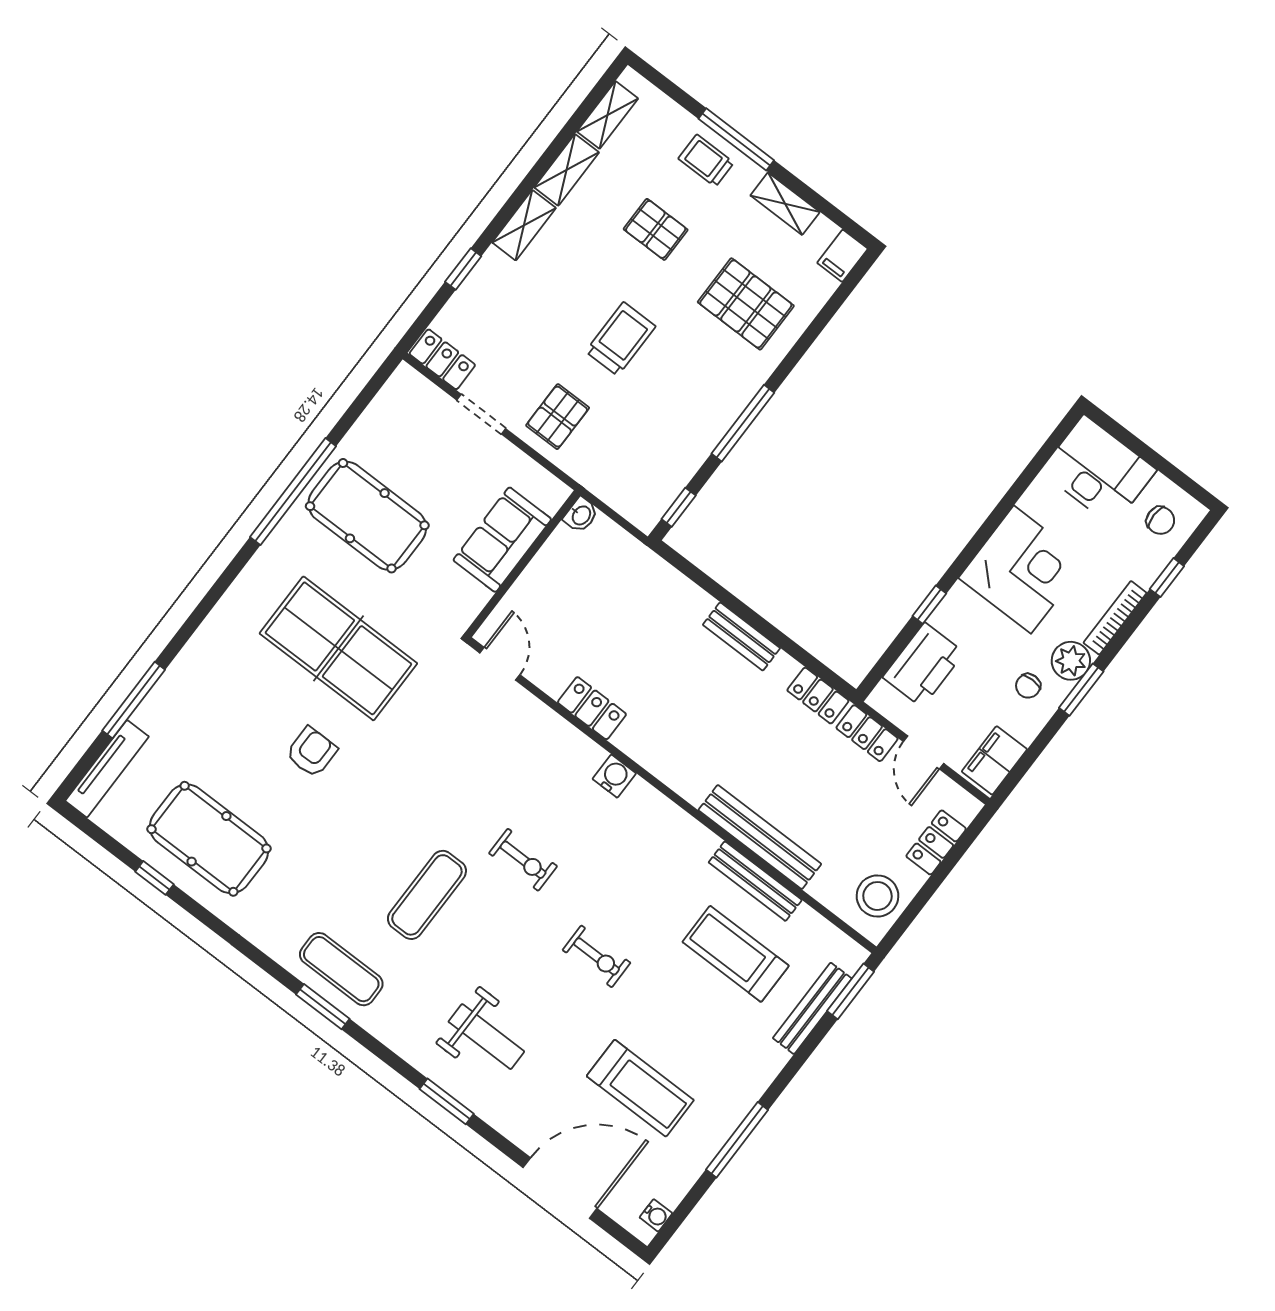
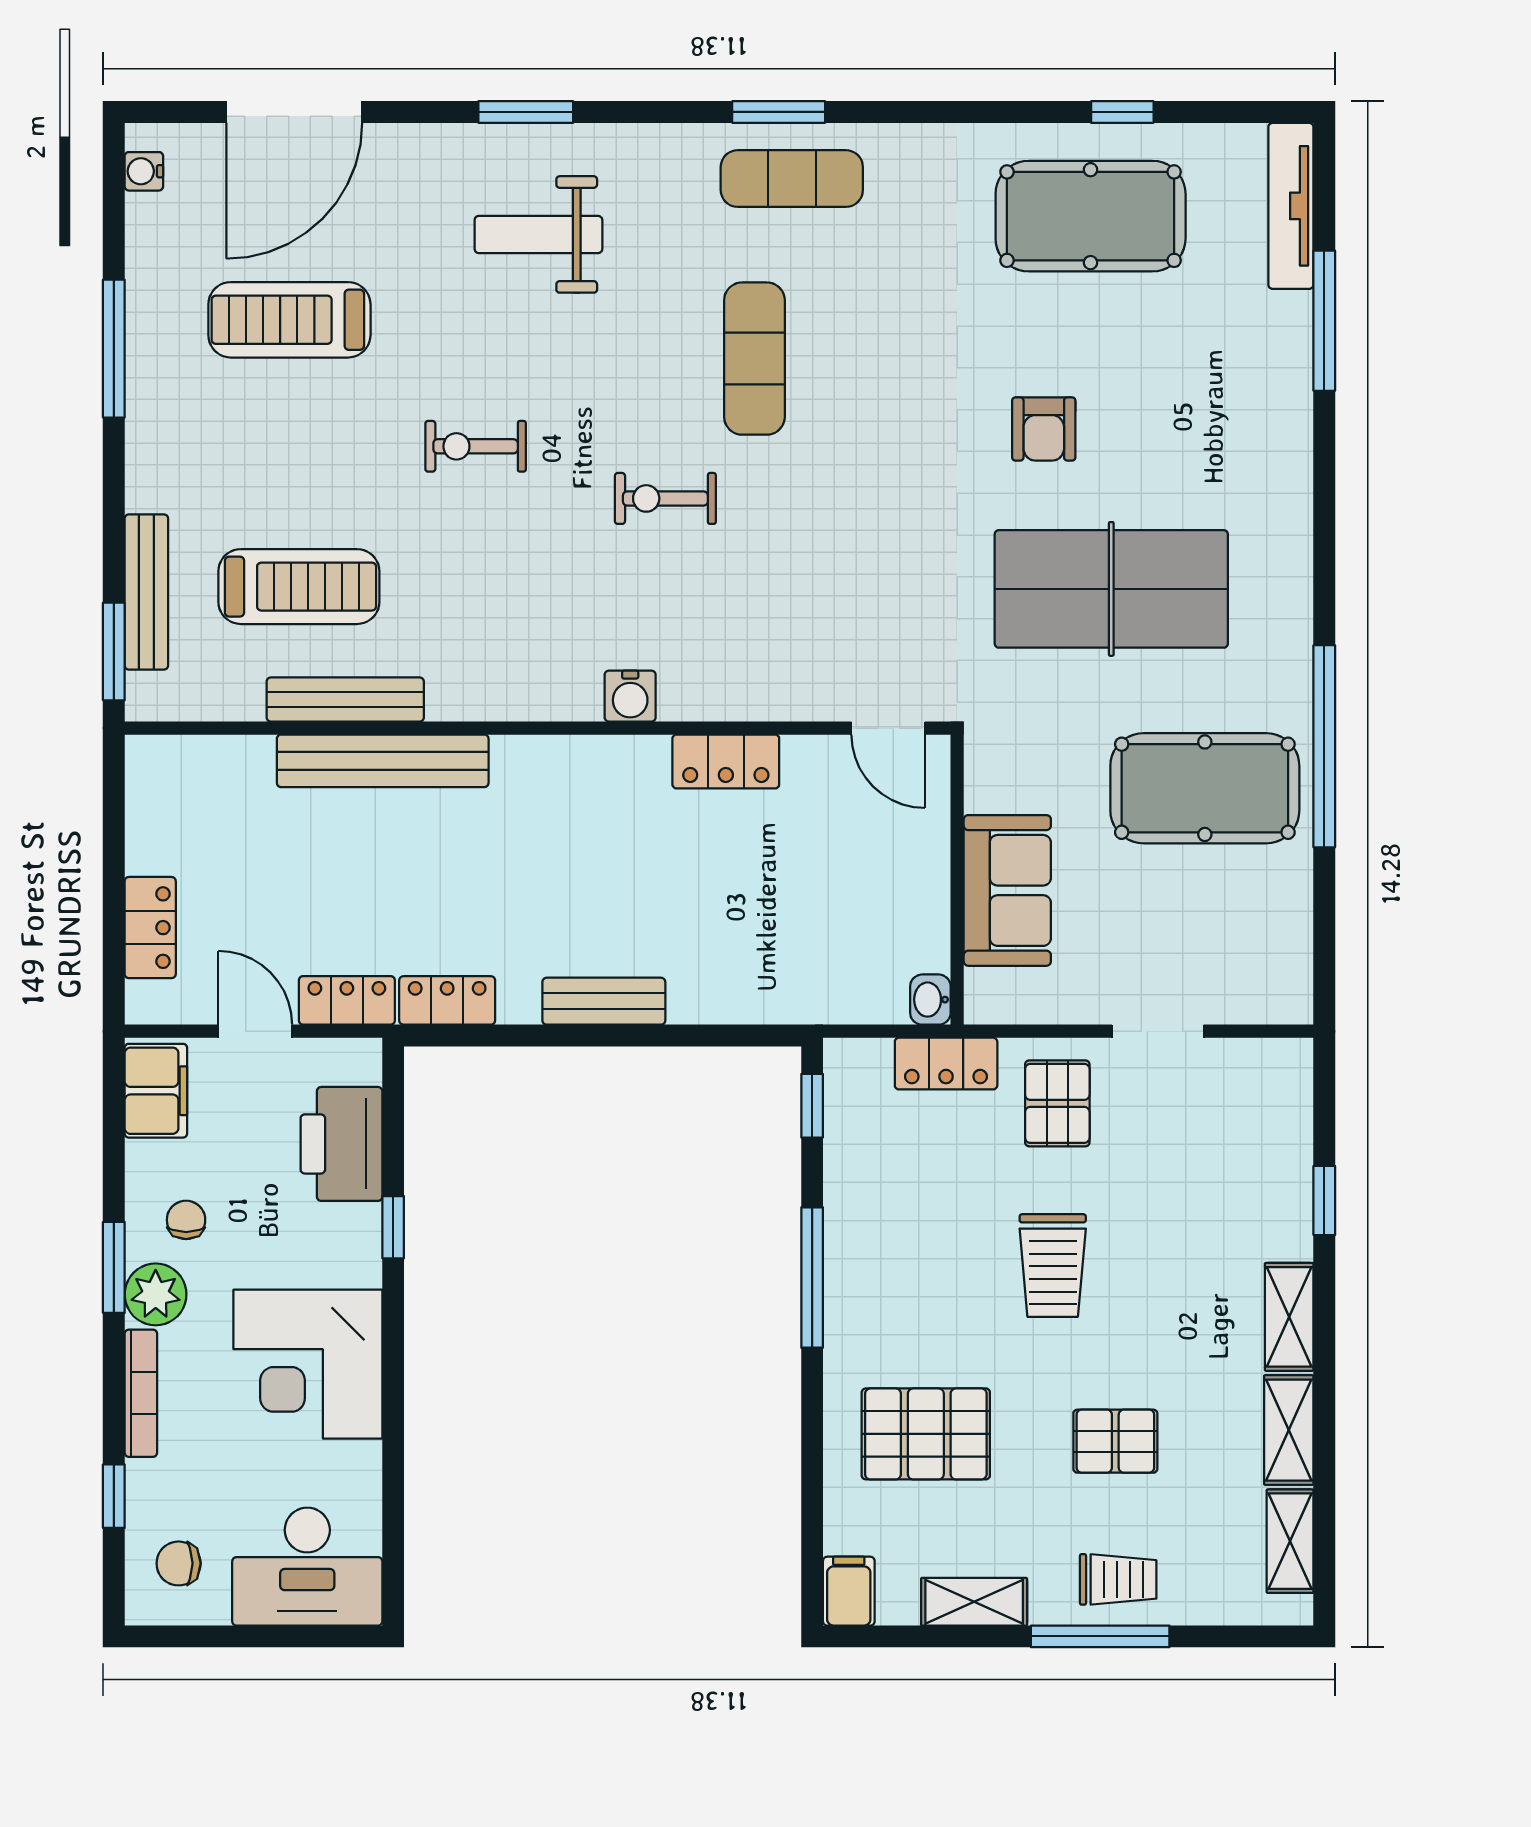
locker: (442, 359) -> (946, 1064), moved
stool: (877, 896) -> (173, 801), removed

